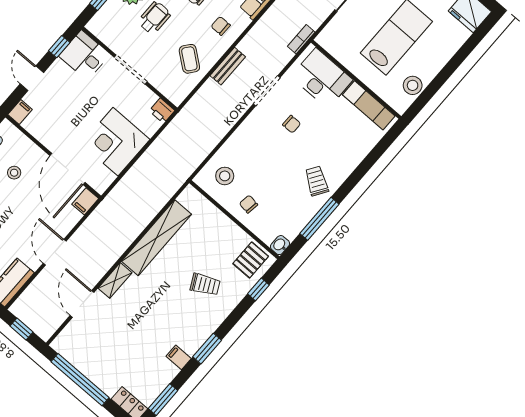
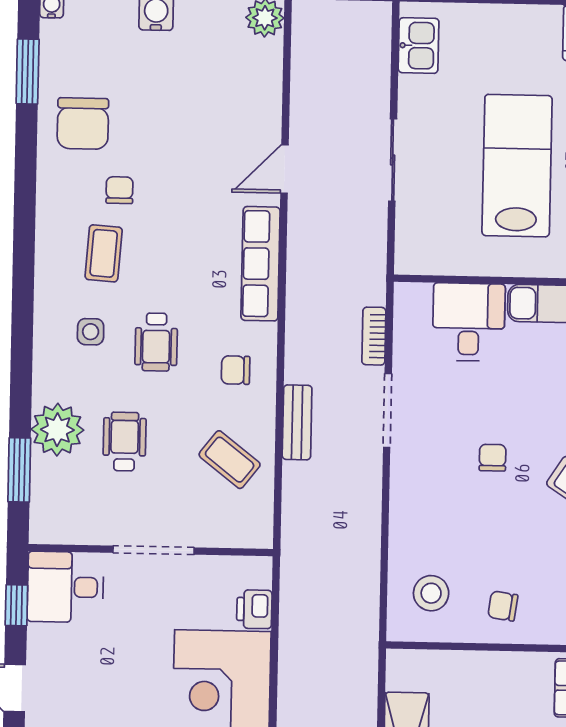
bookcase: (301, 39) -> (374, 336), moved
desk: (322, 78) -> (469, 322), width x0.73
printer: (162, 111) -> (254, 609), moved, turned 90
chair: (292, 124) -> (493, 458), moved, turned -90

